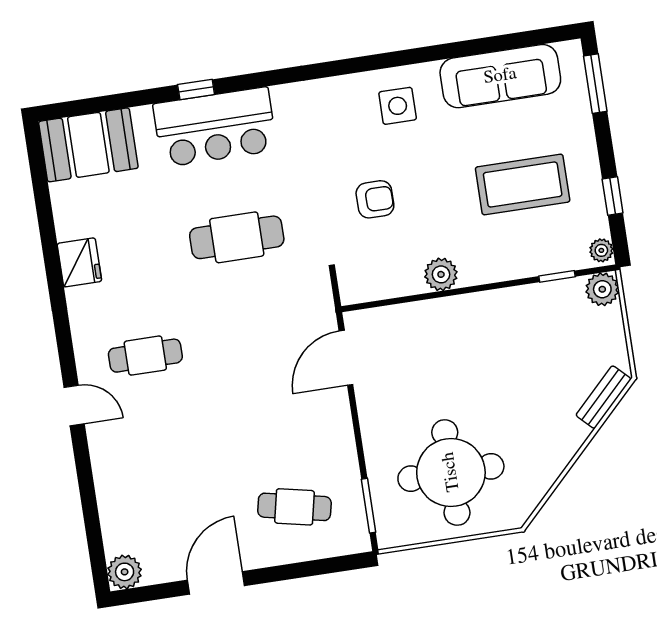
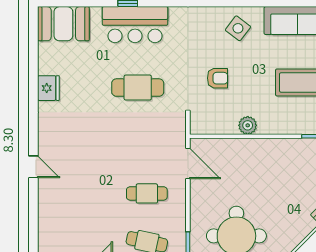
side table: (398, 106) -> (238, 28), turned 37
cafe table: (145, 356) -> (147, 193), moved
door: (346, 358) -> (188, 164), swing flipped

